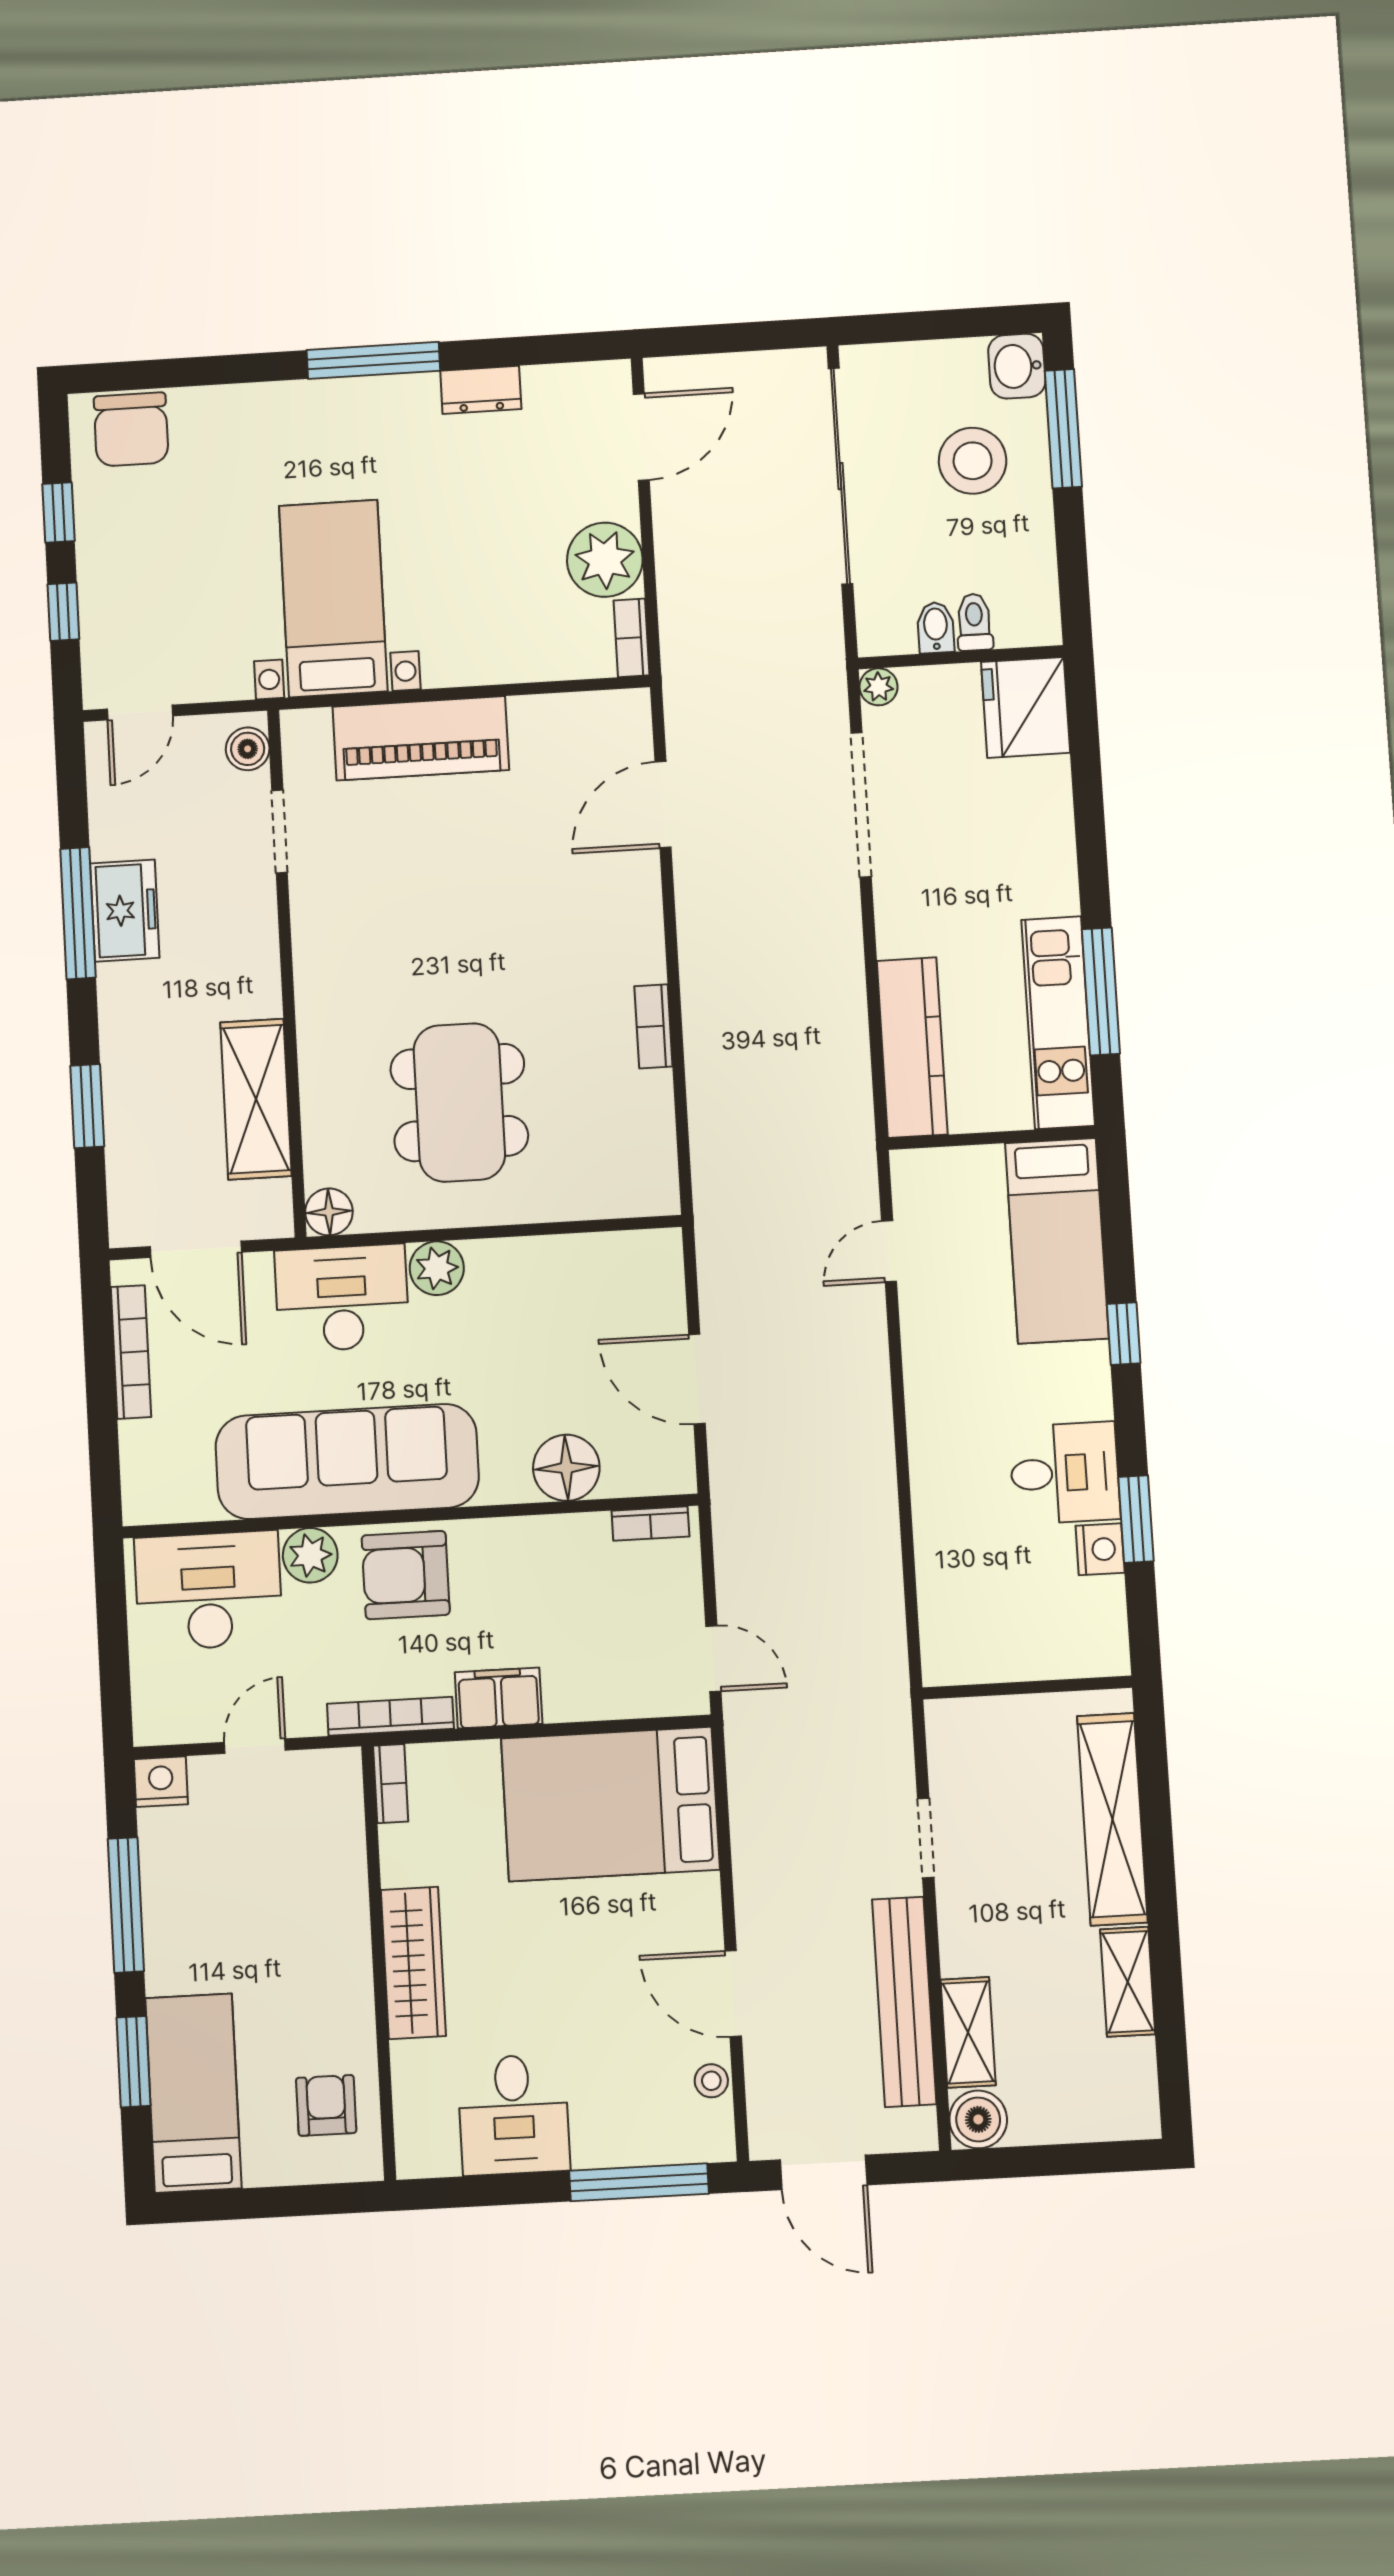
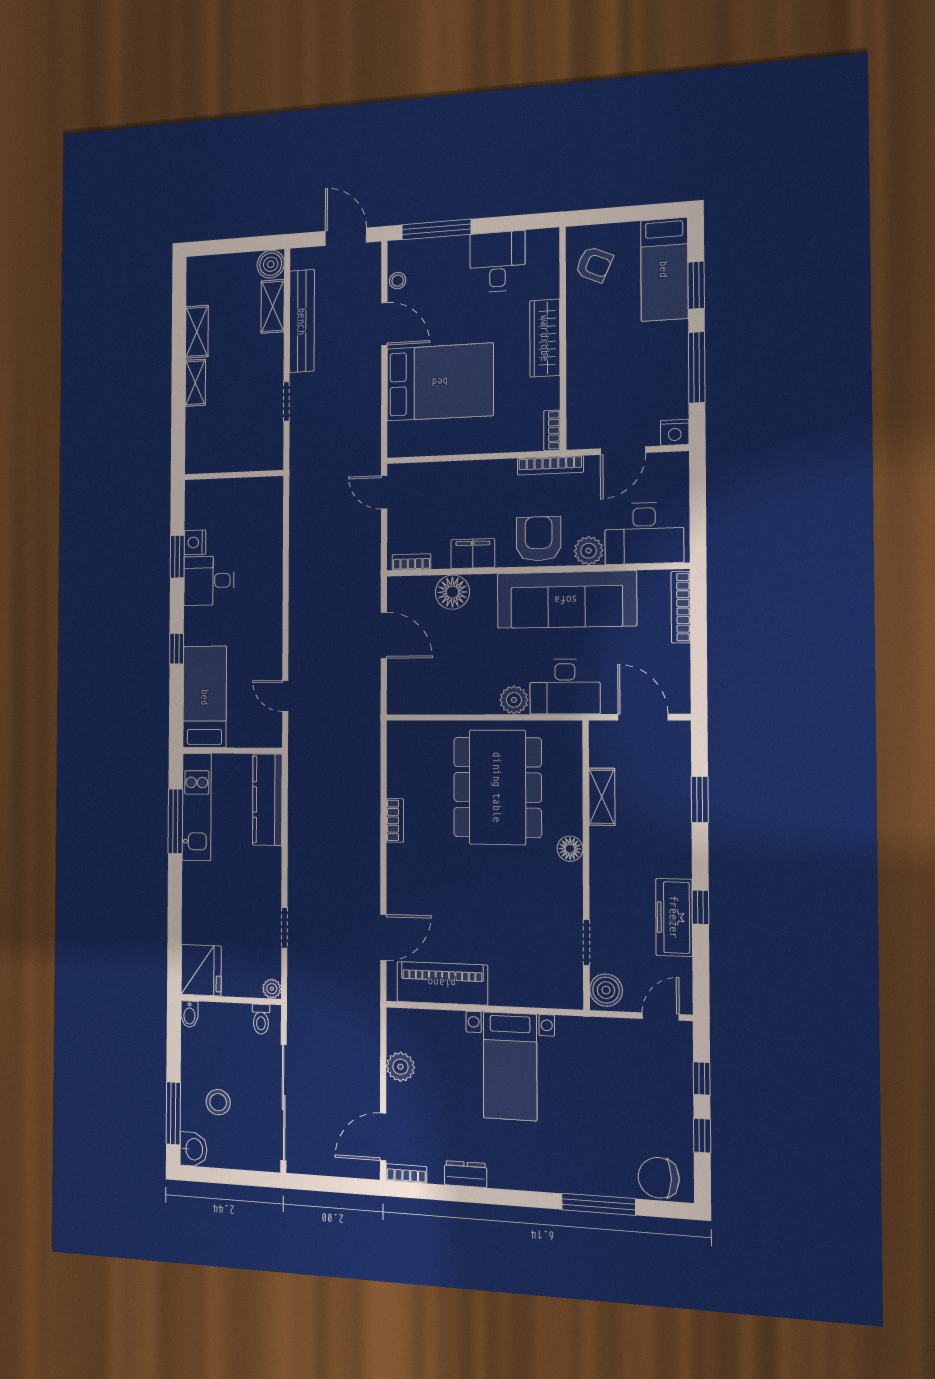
window: (373, 360) -> (598, 1204), moved
chair: (131, 429) -> (659, 1178), turned -90
stool: (973, 461) -> (218, 1102), width x0.73, depth x0.73
plant: (605, 560) -> (401, 1067), width x0.73, depth x0.73
bed with nightstands: (333, 598) -> (510, 1066), moved
toilet: (974, 622) -> (261, 1019), moved
bidet: (936, 628) -> (189, 1014), moved
bookcase: (632, 638) -> (406, 1173), moved, turned -90
piano: (421, 738) -> (442, 983), moved
boiler: (248, 749) -> (606, 990), width x1.36, depth x1.36
doorway: (861, 805) -> (284, 928), width x0.53
freezer: (125, 911) -> (674, 917), width x1.40
window: (78, 913) -> (700, 907), width x0.46
shelving: (256, 1099) -> (602, 797), width x0.67, depth x0.75
dining table: (459, 1103) -> (497, 787), width x1.36, depth x1.24
floor lamp: (329, 1212) -> (570, 849), moved
door: (889, 1251) -> (285, 696), swing flipped
bookcase: (131, 1352) -> (681, 607), moved
armchair: (406, 1575) -> (539, 539), turned -90
filing cabinet: (499, 1698) -> (473, 554), moved, turned 180
door: (255, 1746) -> (623, 451), width x1.38
bed: (610, 1804) -> (440, 382), moved
shelving: (1112, 1819) -> (195, 383), width x0.45, depth x0.75
armchair: (326, 2105) -> (594, 264), turned -66

